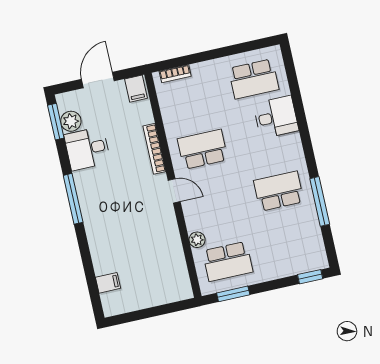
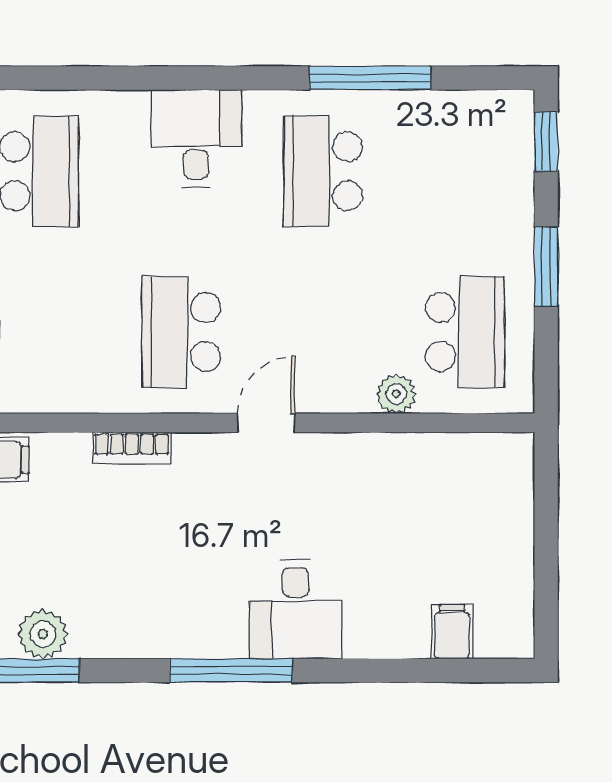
desk: (276, 117) -> (196, 138), moved
desk: (87, 149) -> (296, 609), moved
bookcase: (154, 149) -> (132, 448), width x0.64
window: (233, 294) -> (546, 266), moved

